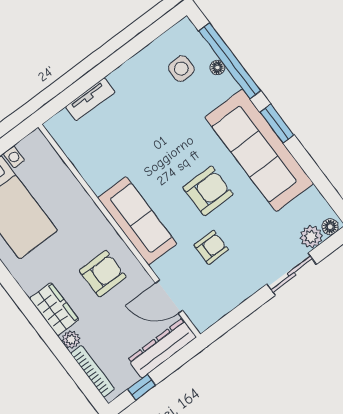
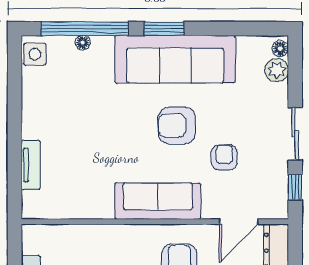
side table: (181, 69) -> (35, 54), moved
armchair: (208, 191) -> (177, 126), turned -90
sliding door: (292, 274) -> (295, 134), moved
window: (230, 321) -> (295, 187), added

